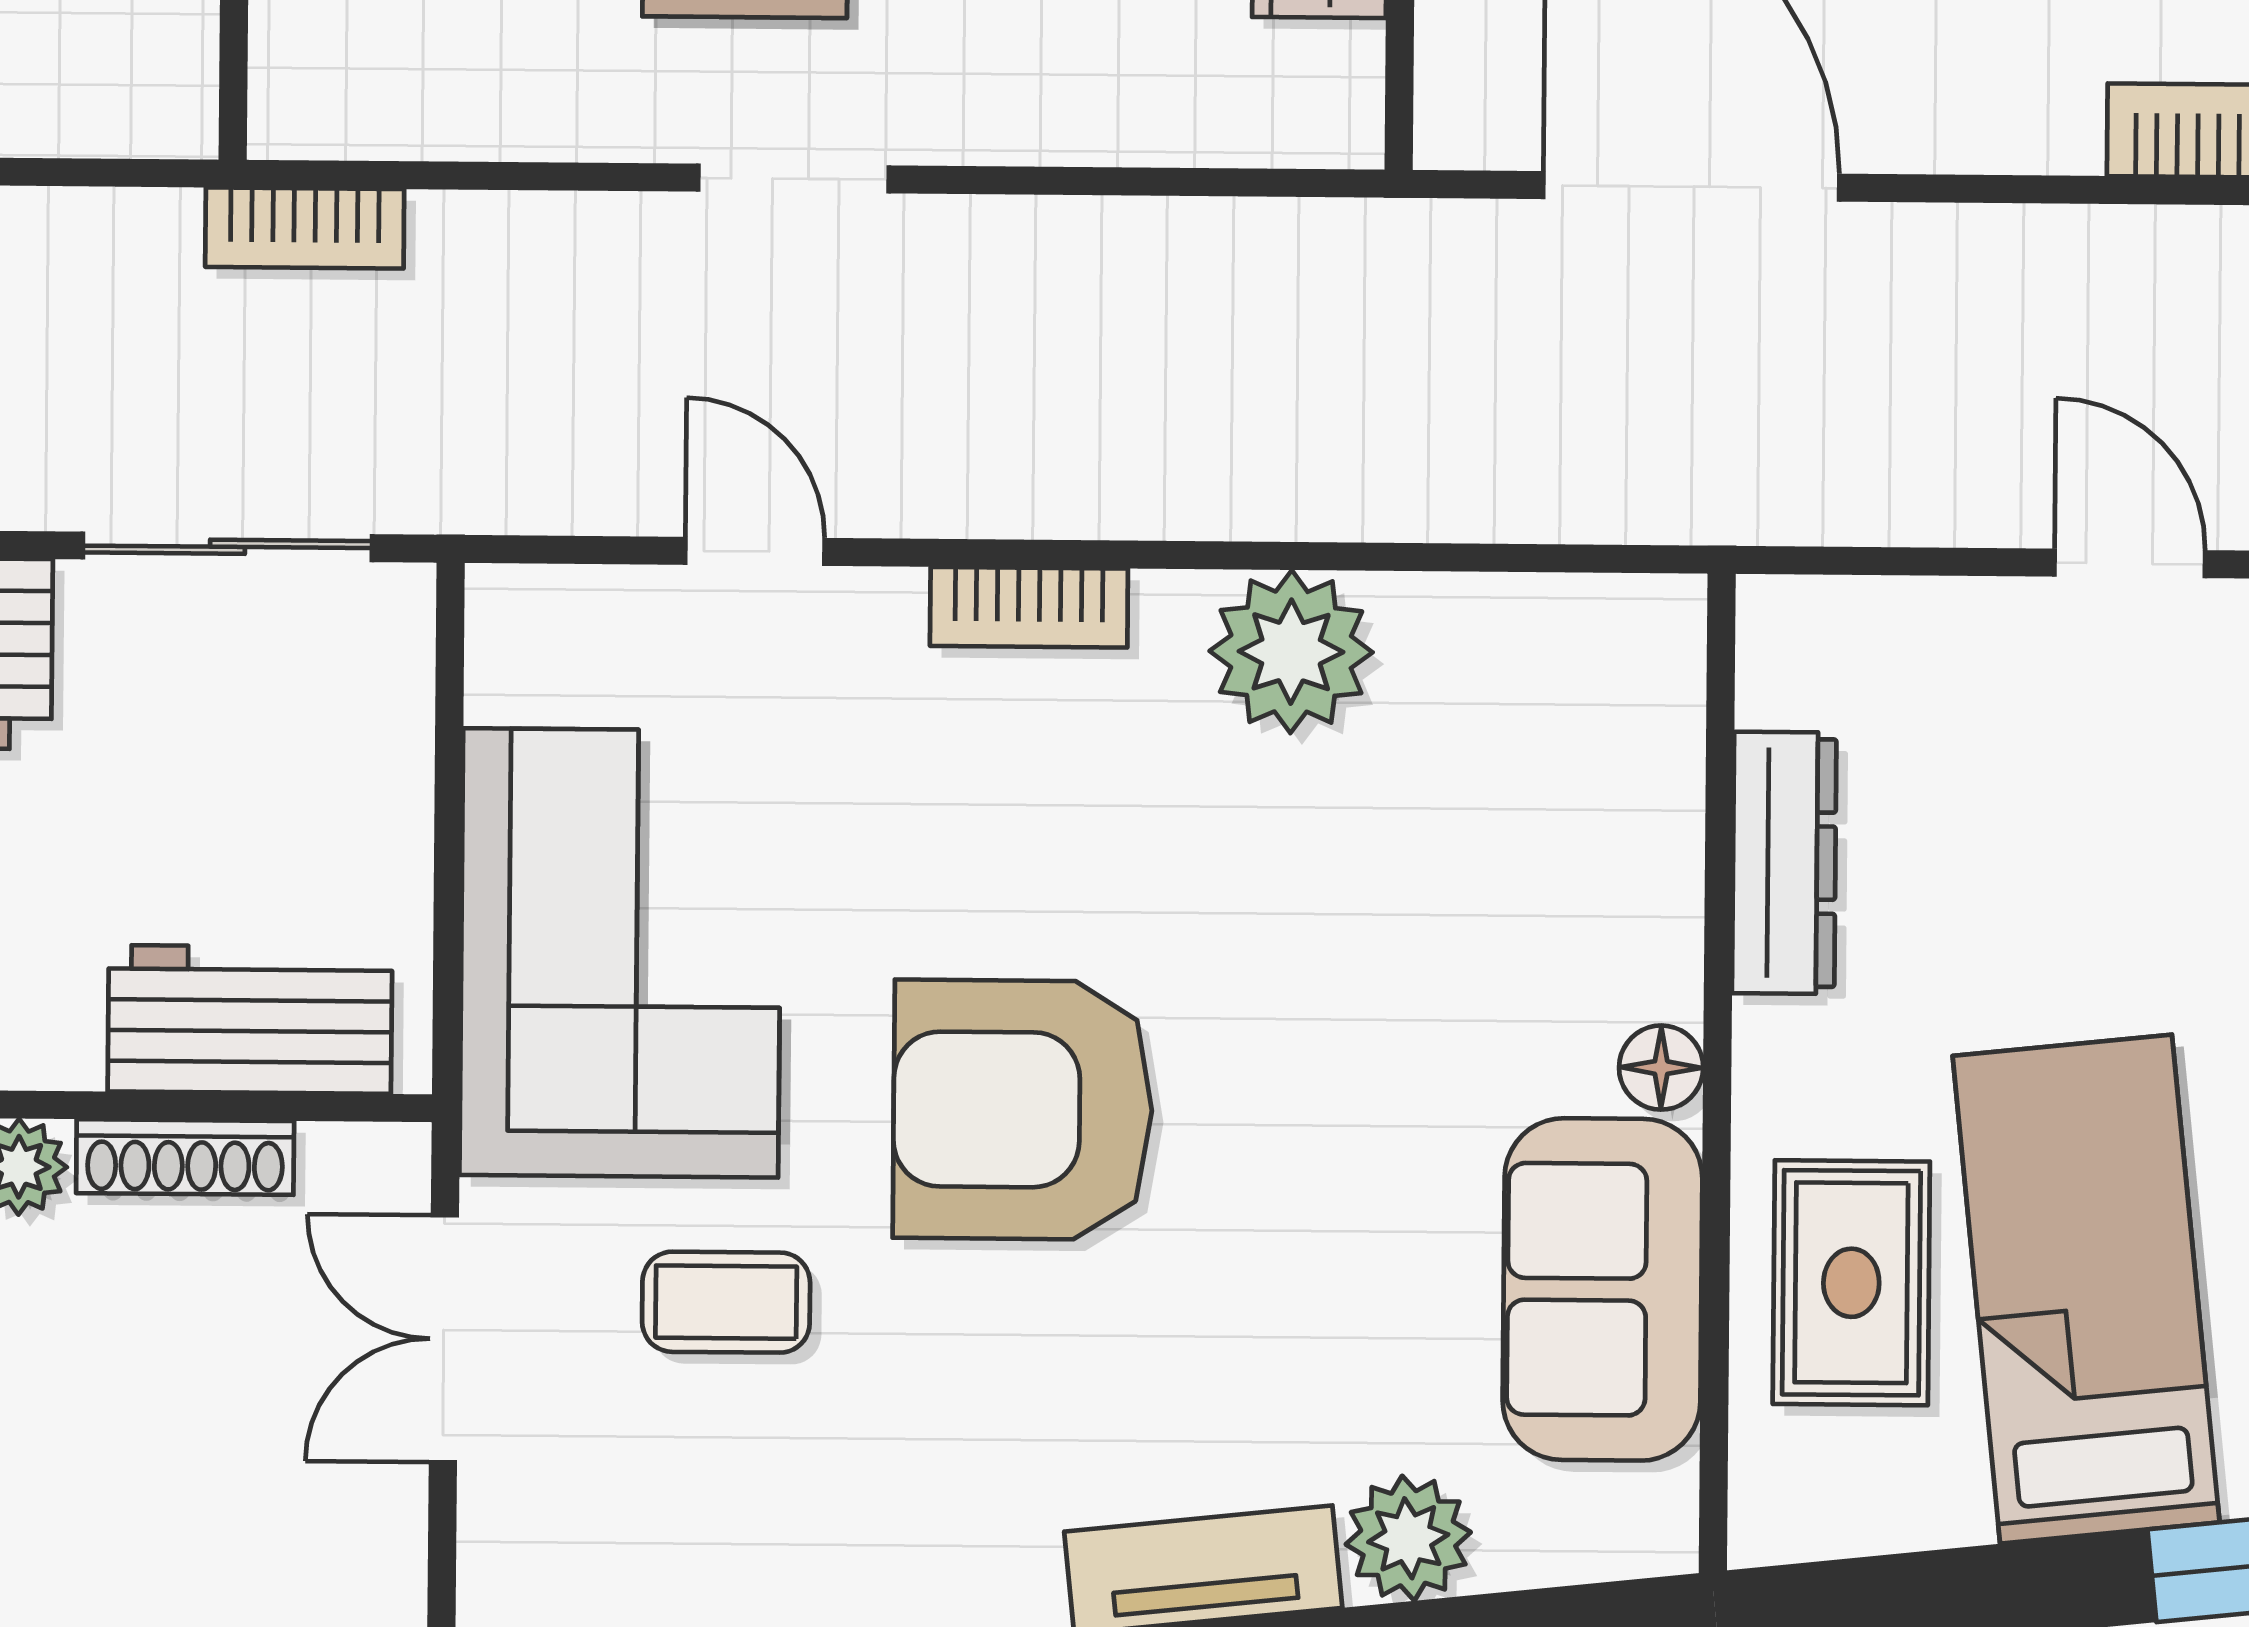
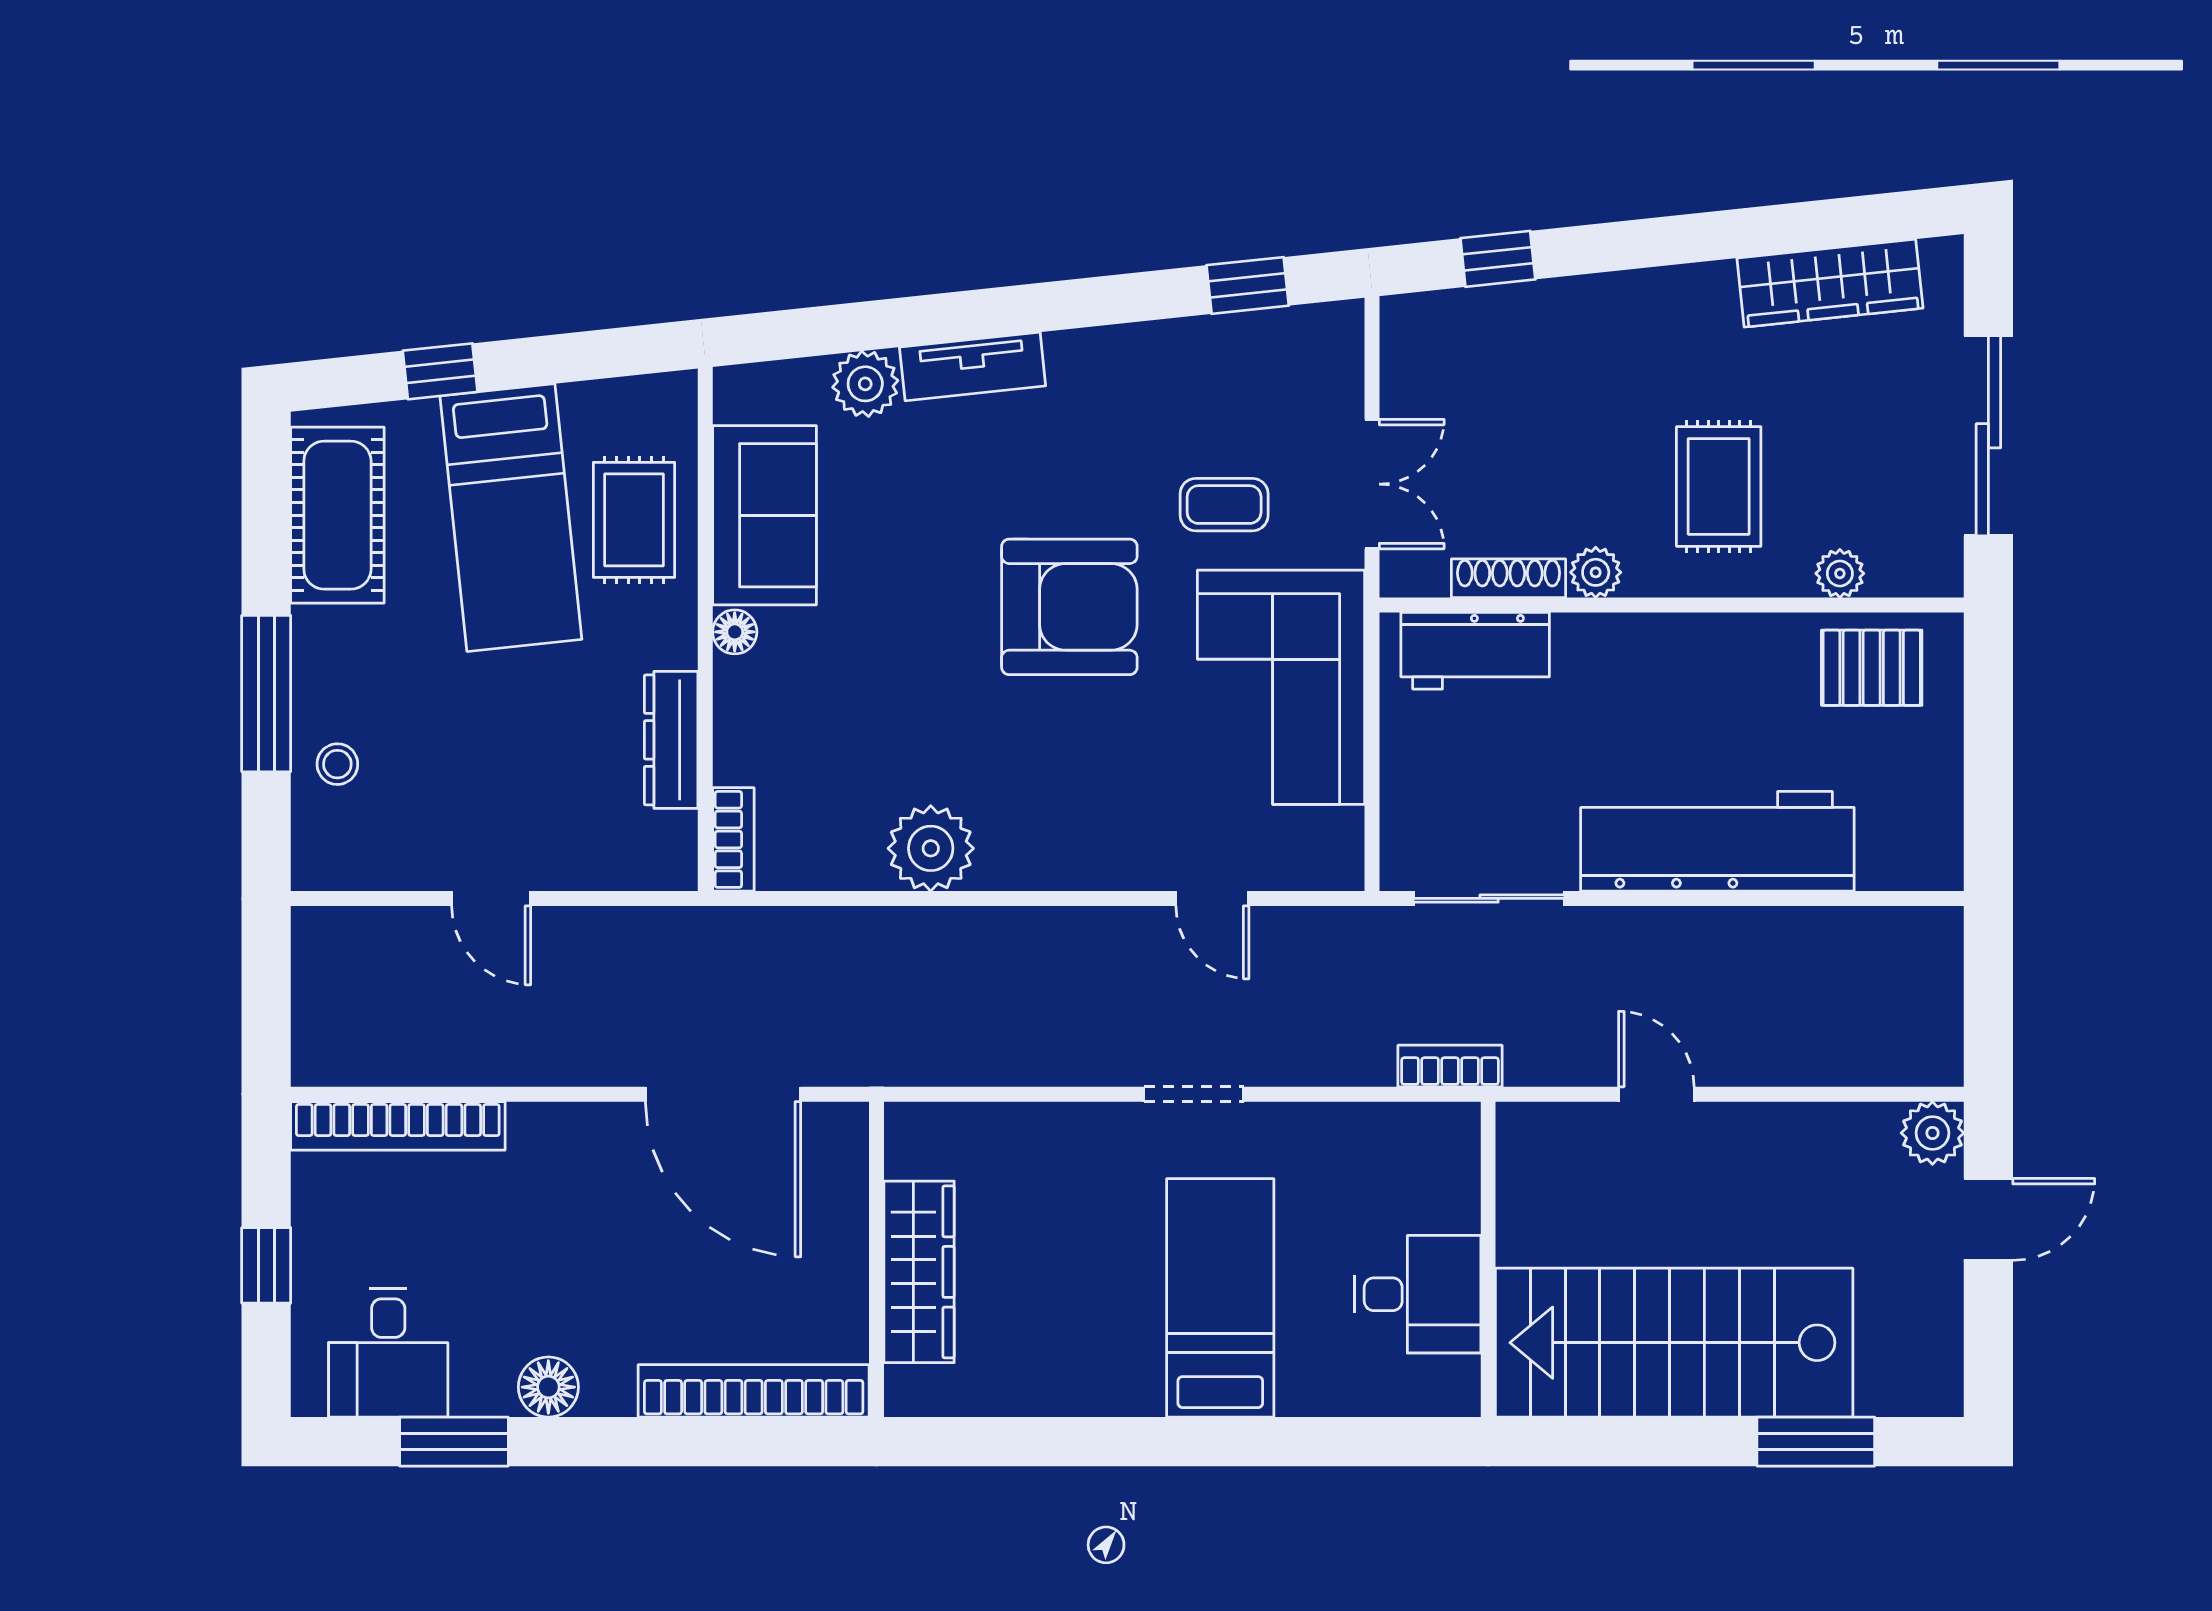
bookcase: (1029, 607) -> (733, 839), moved, turned 90

